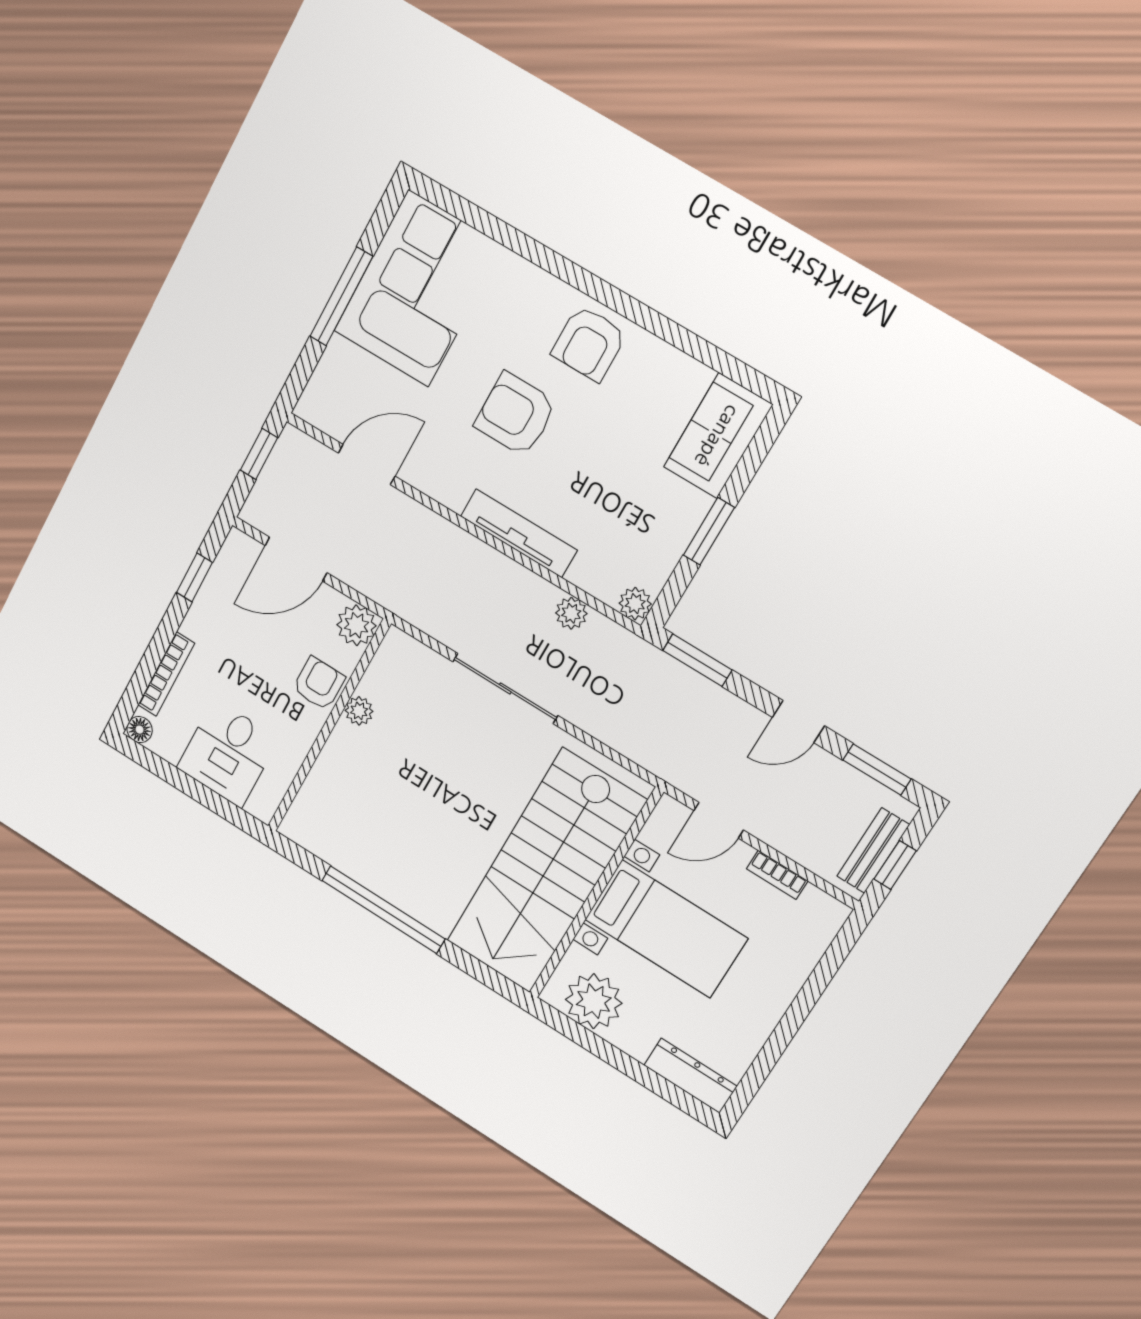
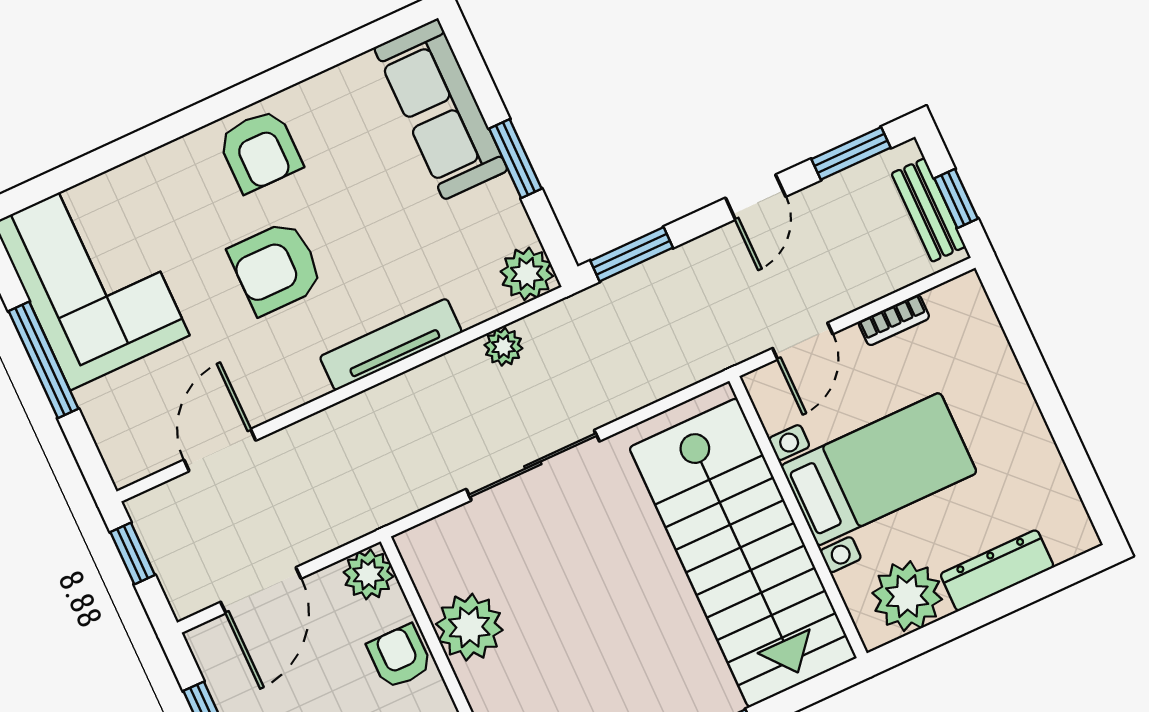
sofa: (718, 436) -> (441, 109), width x1.36
plant: (635, 604) -> (527, 274), width x1.38, depth x1.38
plant: (359, 711) -> (469, 627), width x1.88, depth x1.88
dresser: (690, 1076) -> (997, 570), moved

